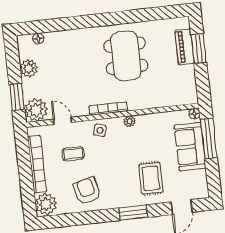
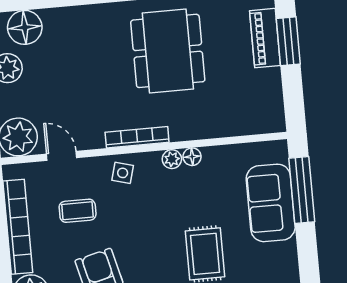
floor lamp: (38, 39) -> (25, 27), width x1.89, depth x1.89
floor lamp: (194, 114) -> (192, 157), moved

